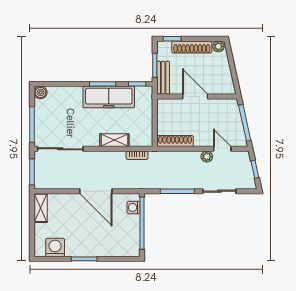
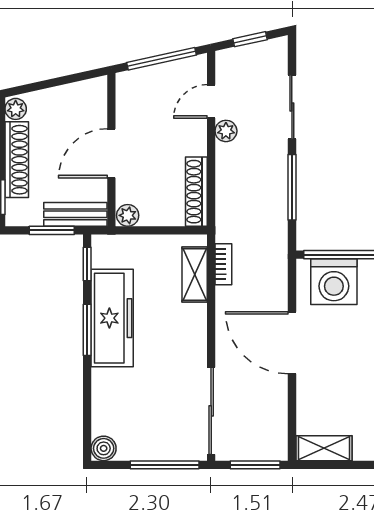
plant: (163, 105) -> (128, 215), added
shelving: (114, 140) -> (195, 274), moved
door: (96, 191) -> (292, 343), swing flipped
washing machine: (134, 207) -> (334, 282), width x1.89, depth x1.89

